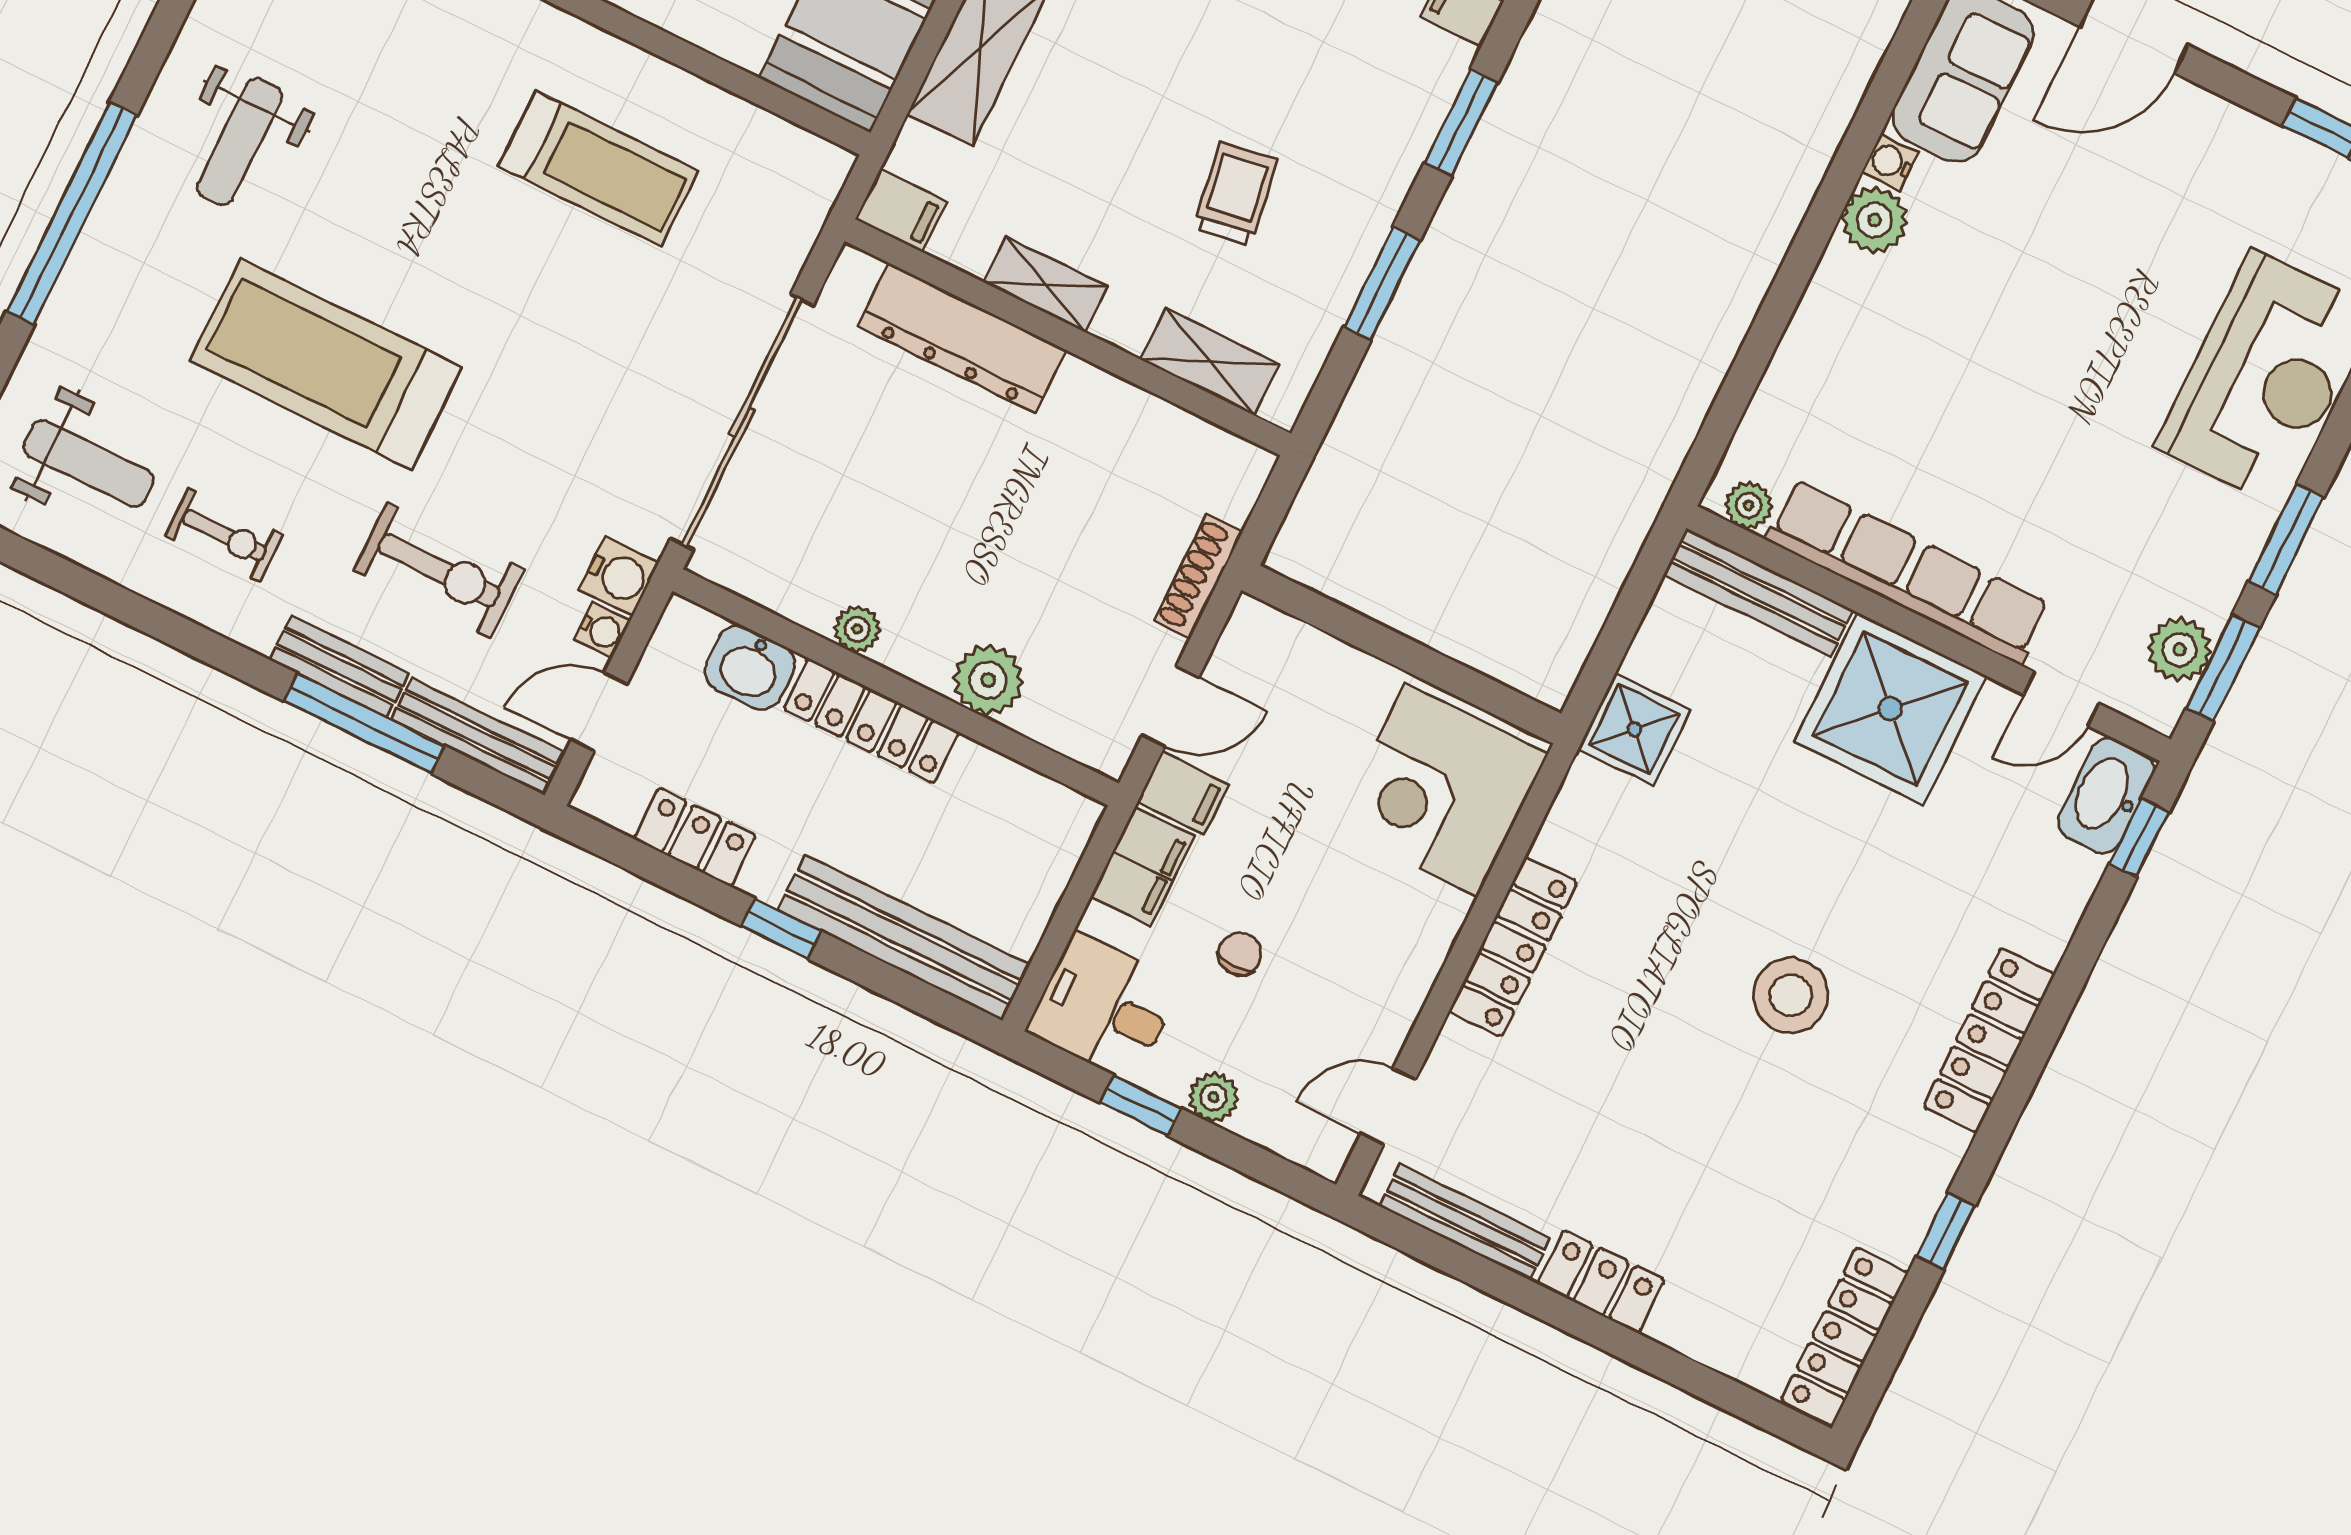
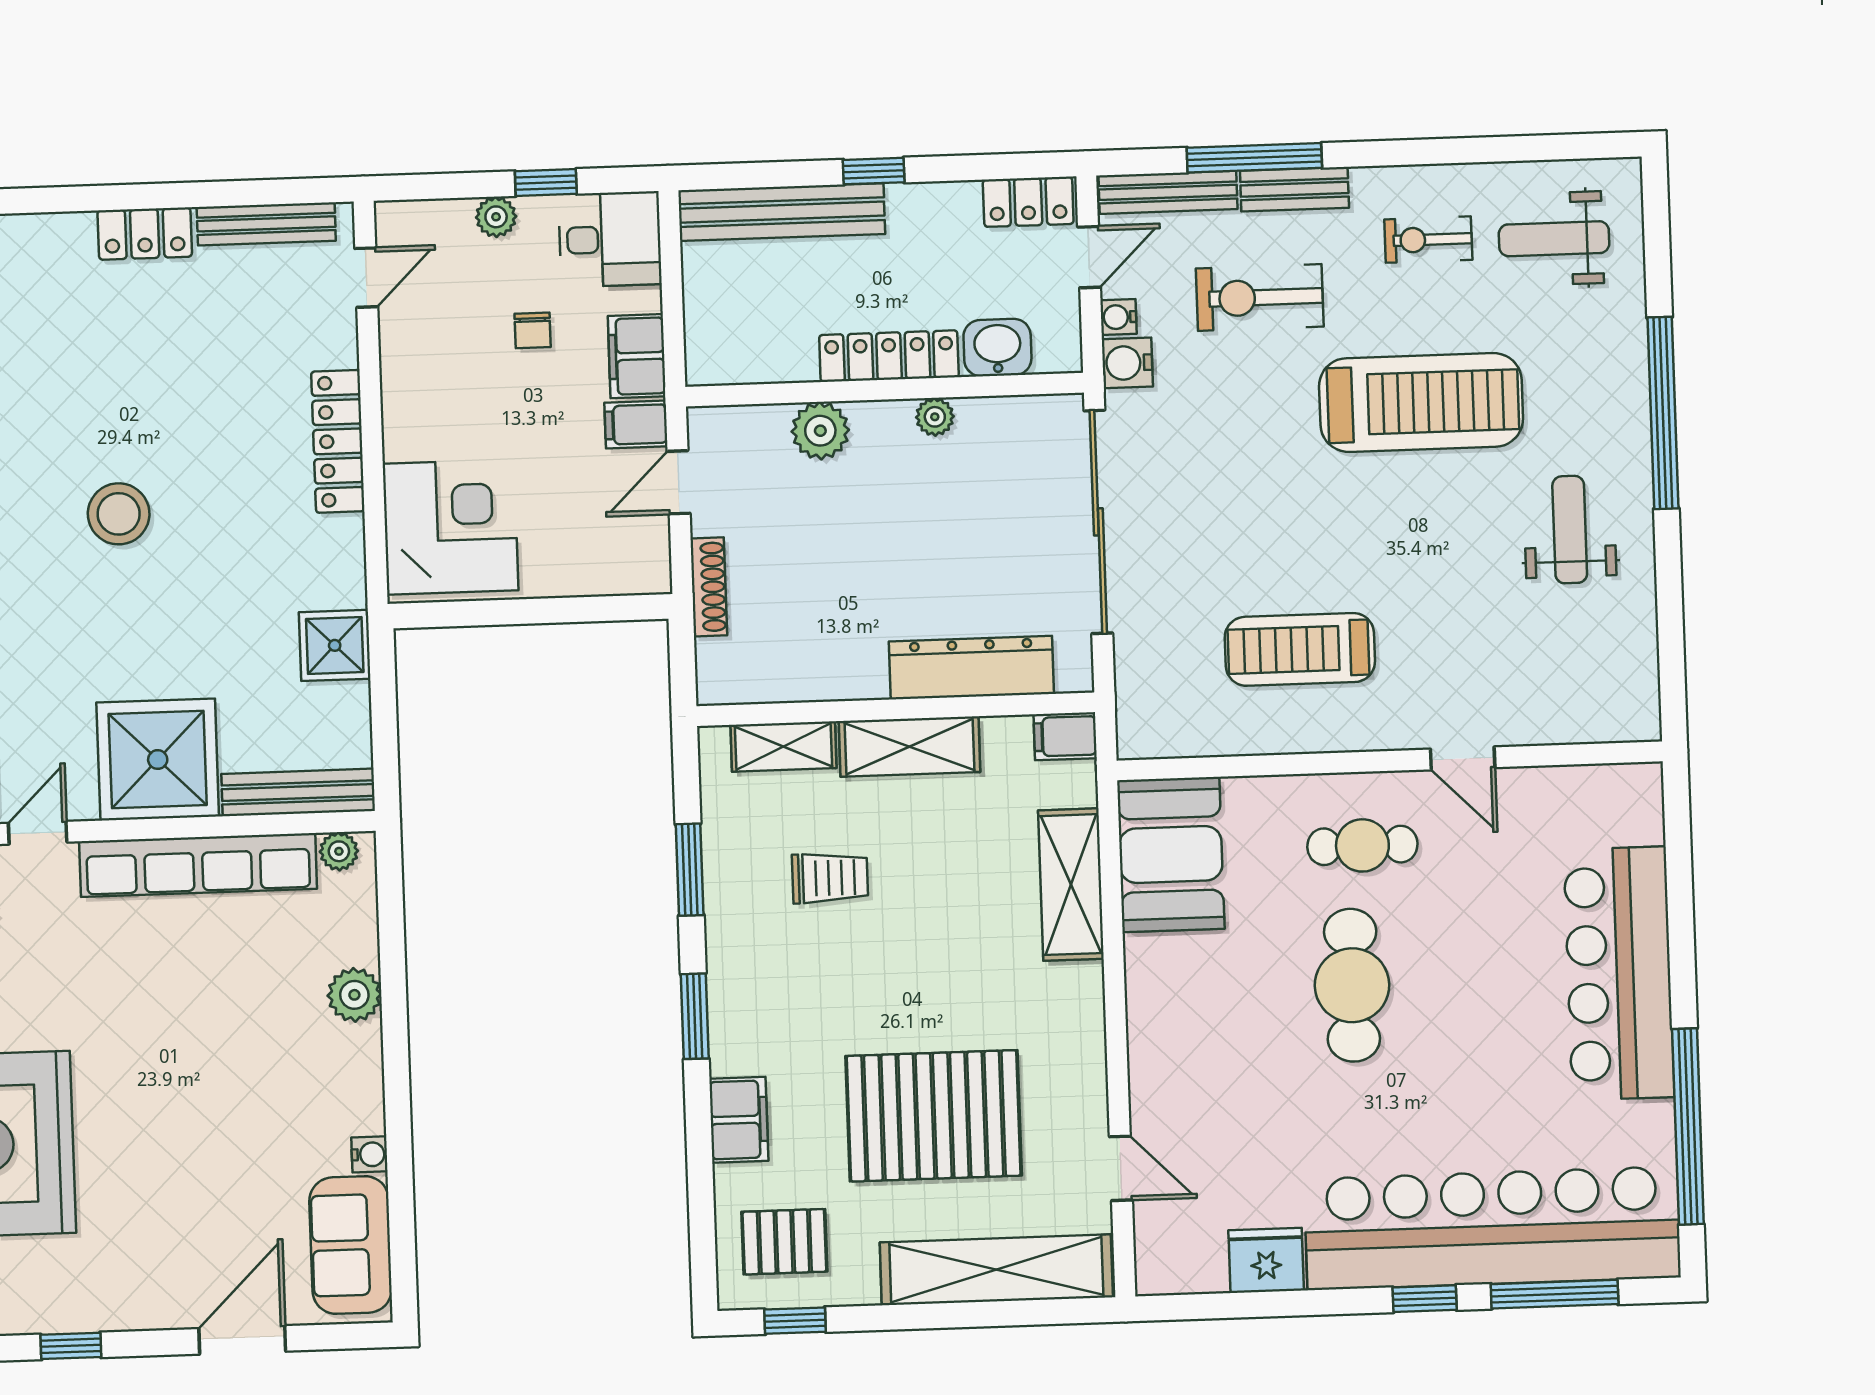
trolley: (1236, 194) -> (830, 878), turned -81
plant: (1875, 220) -> (354, 995), moved
shelving: (1045, 284) -> (910, 747), width x1.50, depth x1.33
locker: (695, 837) -> (1028, 202), moved

